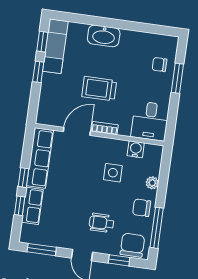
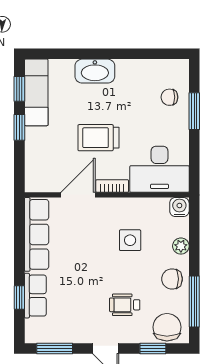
desk: (150, 121) -> (160, 169), width x1.37
water cooler: (136, 149) -> (179, 207), moved
window: (24, 178) -> (19, 262), removed

